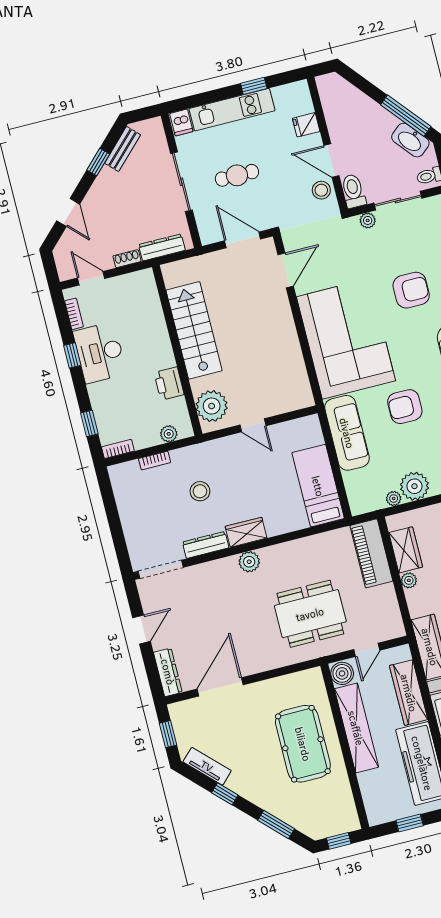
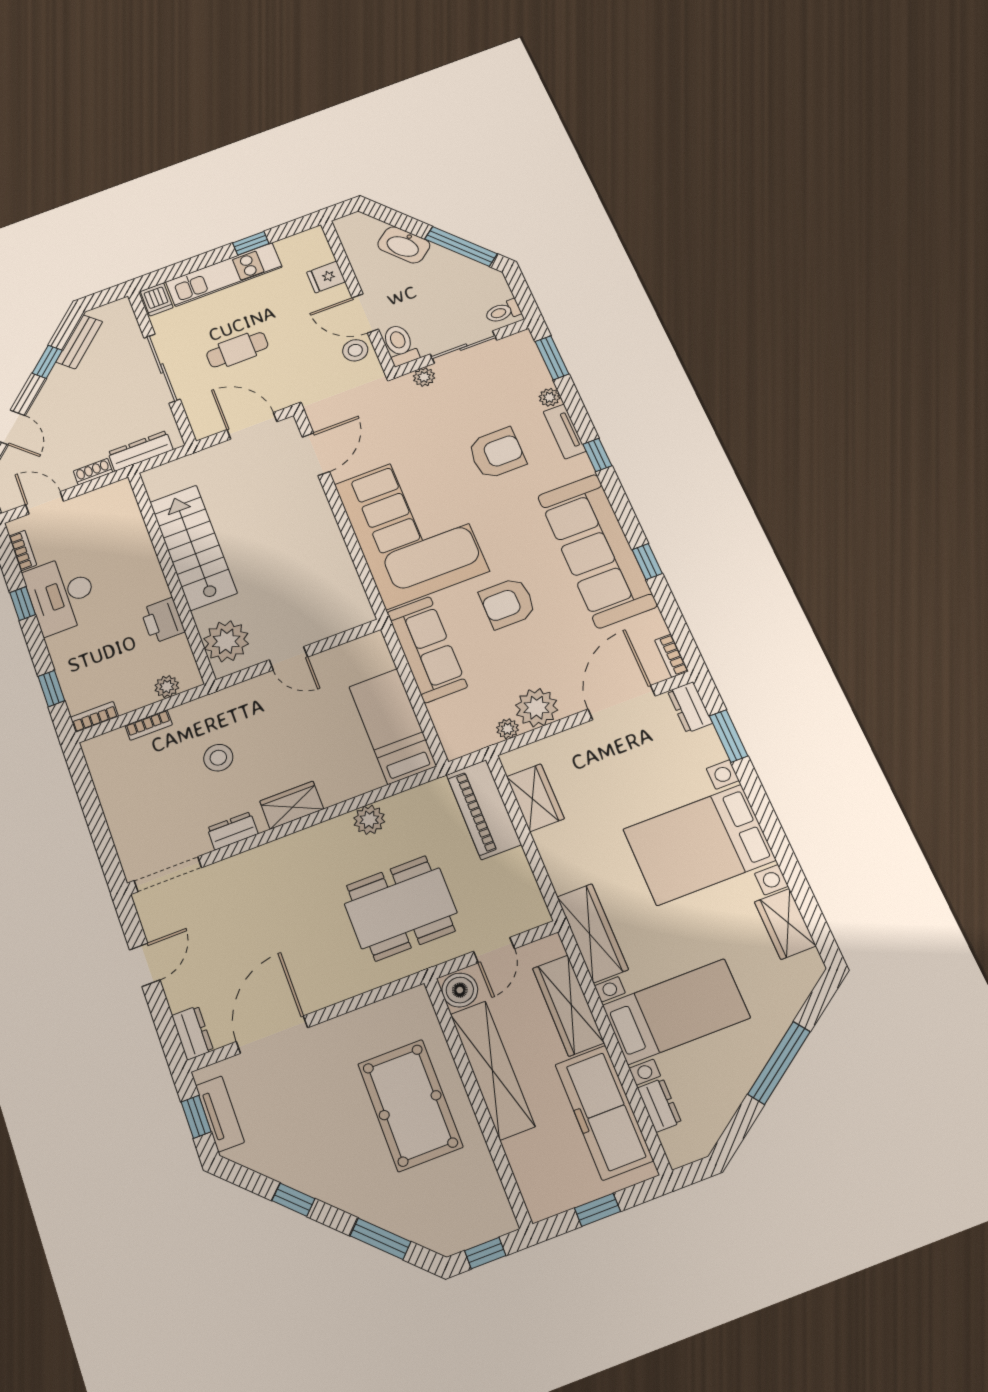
washbasin: (410, 140) -> (404, 245), moved
dresser: (206, 545) -> (233, 831), width x0.70
plant: (249, 562) -> (369, 820), moved
plant: (409, 580) -> (546, 840), removed
dresser: (168, 672) -> (193, 1033), width x0.70
tv unit: (207, 766) -> (220, 1114), moved, turned 45

